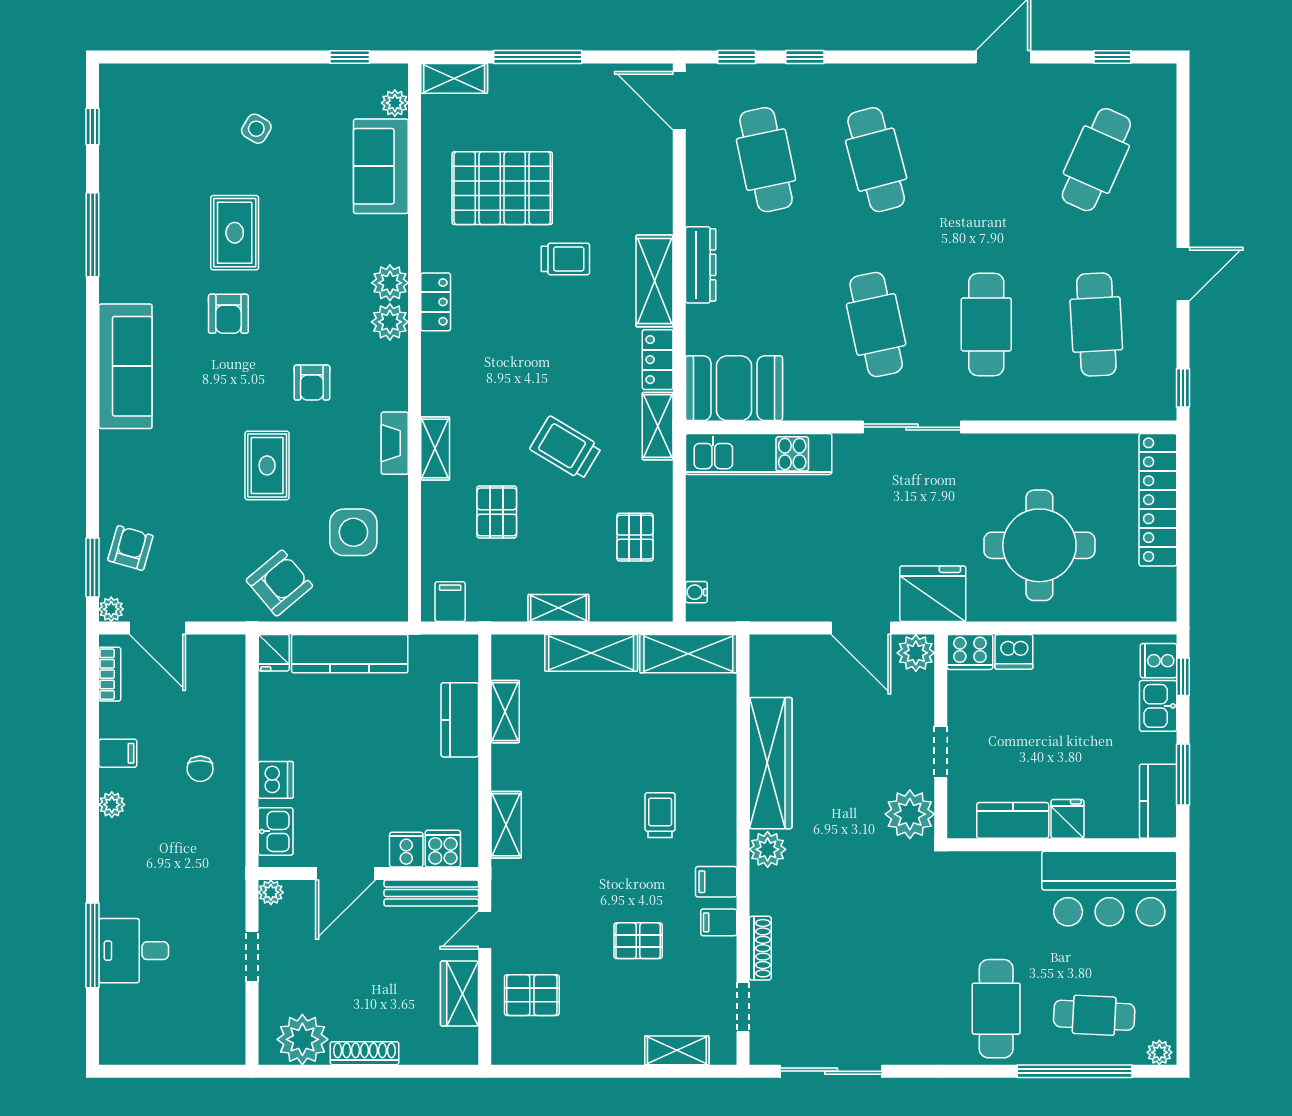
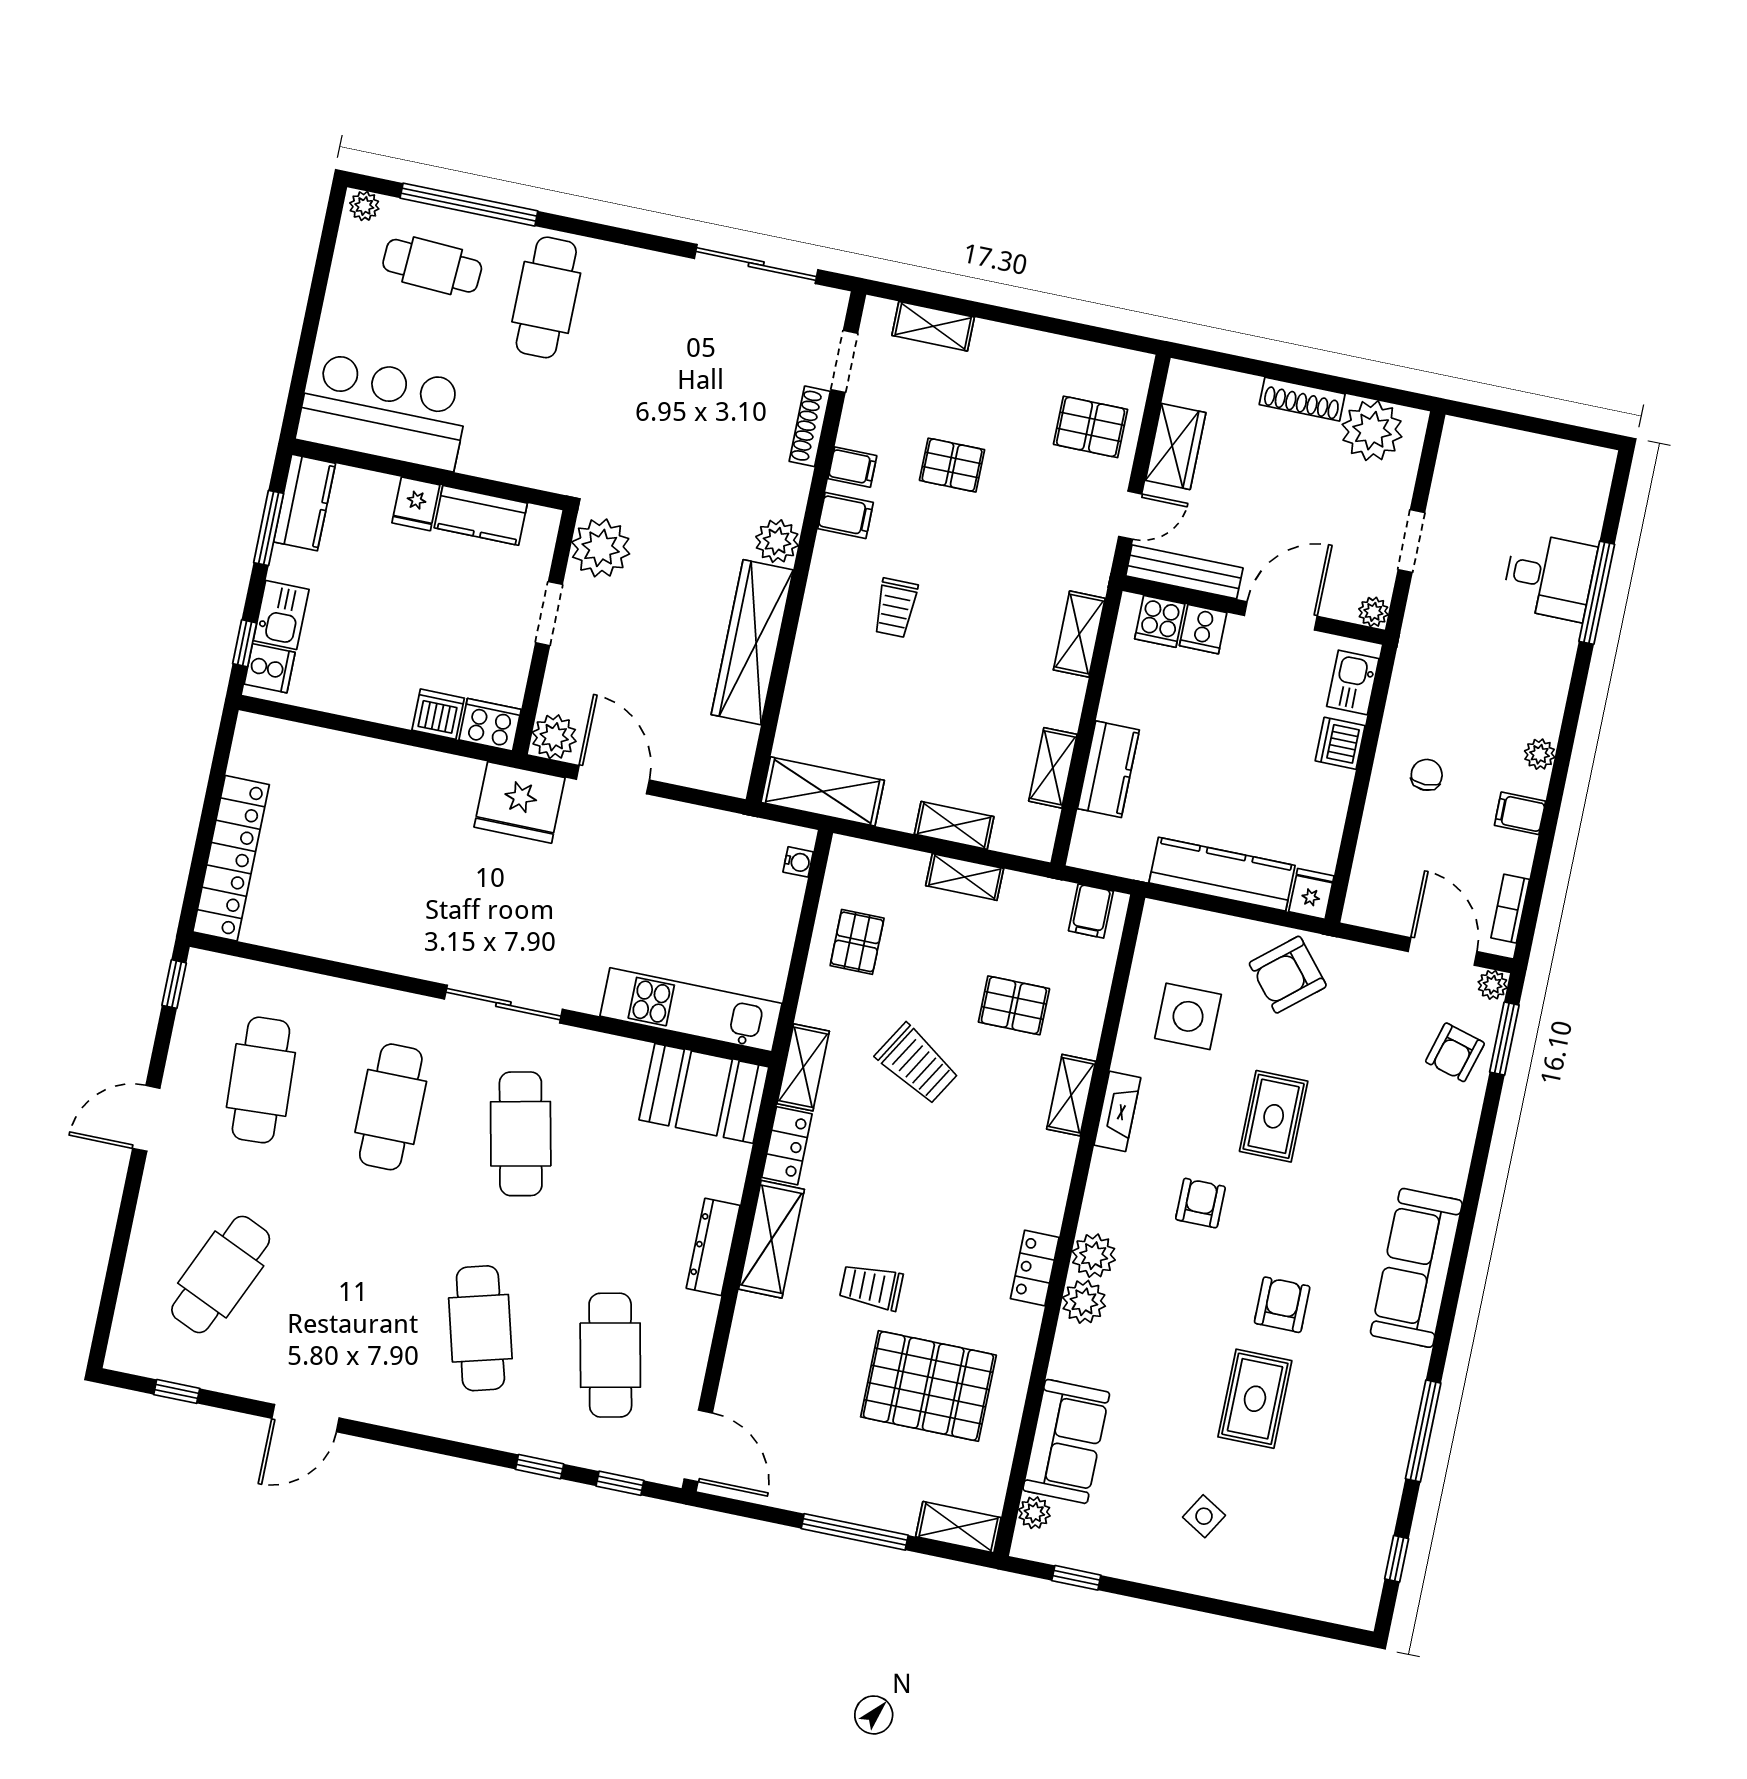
pallet: (497, 512) -> (1014, 1005), turned 90
round table: (1039, 545) -> (382, 833), removed
shelving: (591, 653) -> (954, 825), width x0.67, depth x0.75

